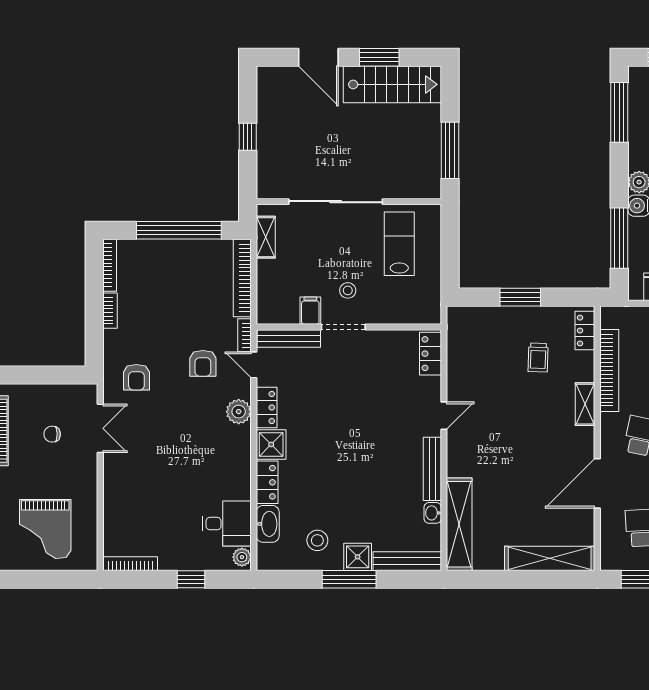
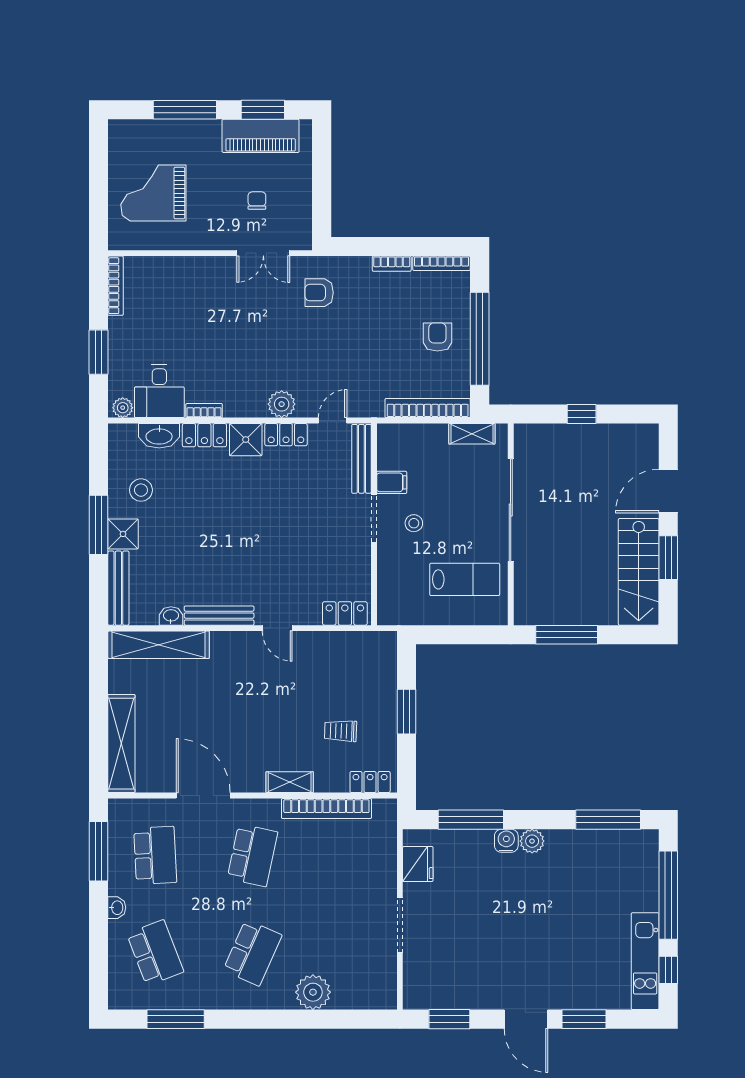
bookcase: (244, 335) -> (204, 411), moved
armchair: (203, 363) -> (437, 337), moved, turned 90
window: (191, 579) -> (98, 352), width x1.50

